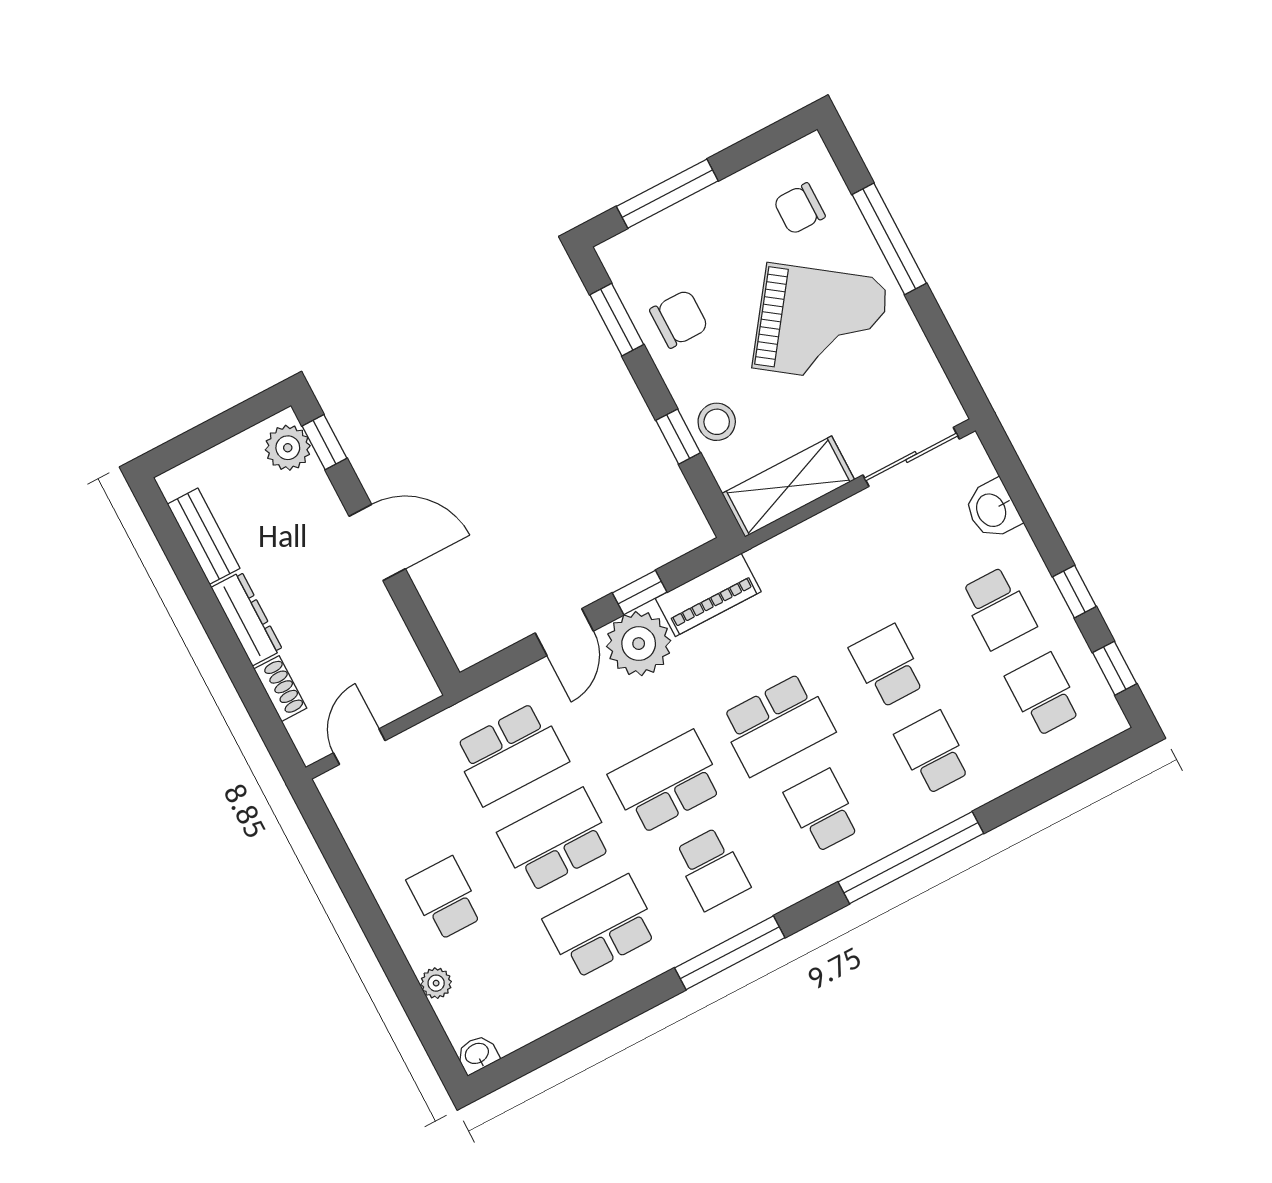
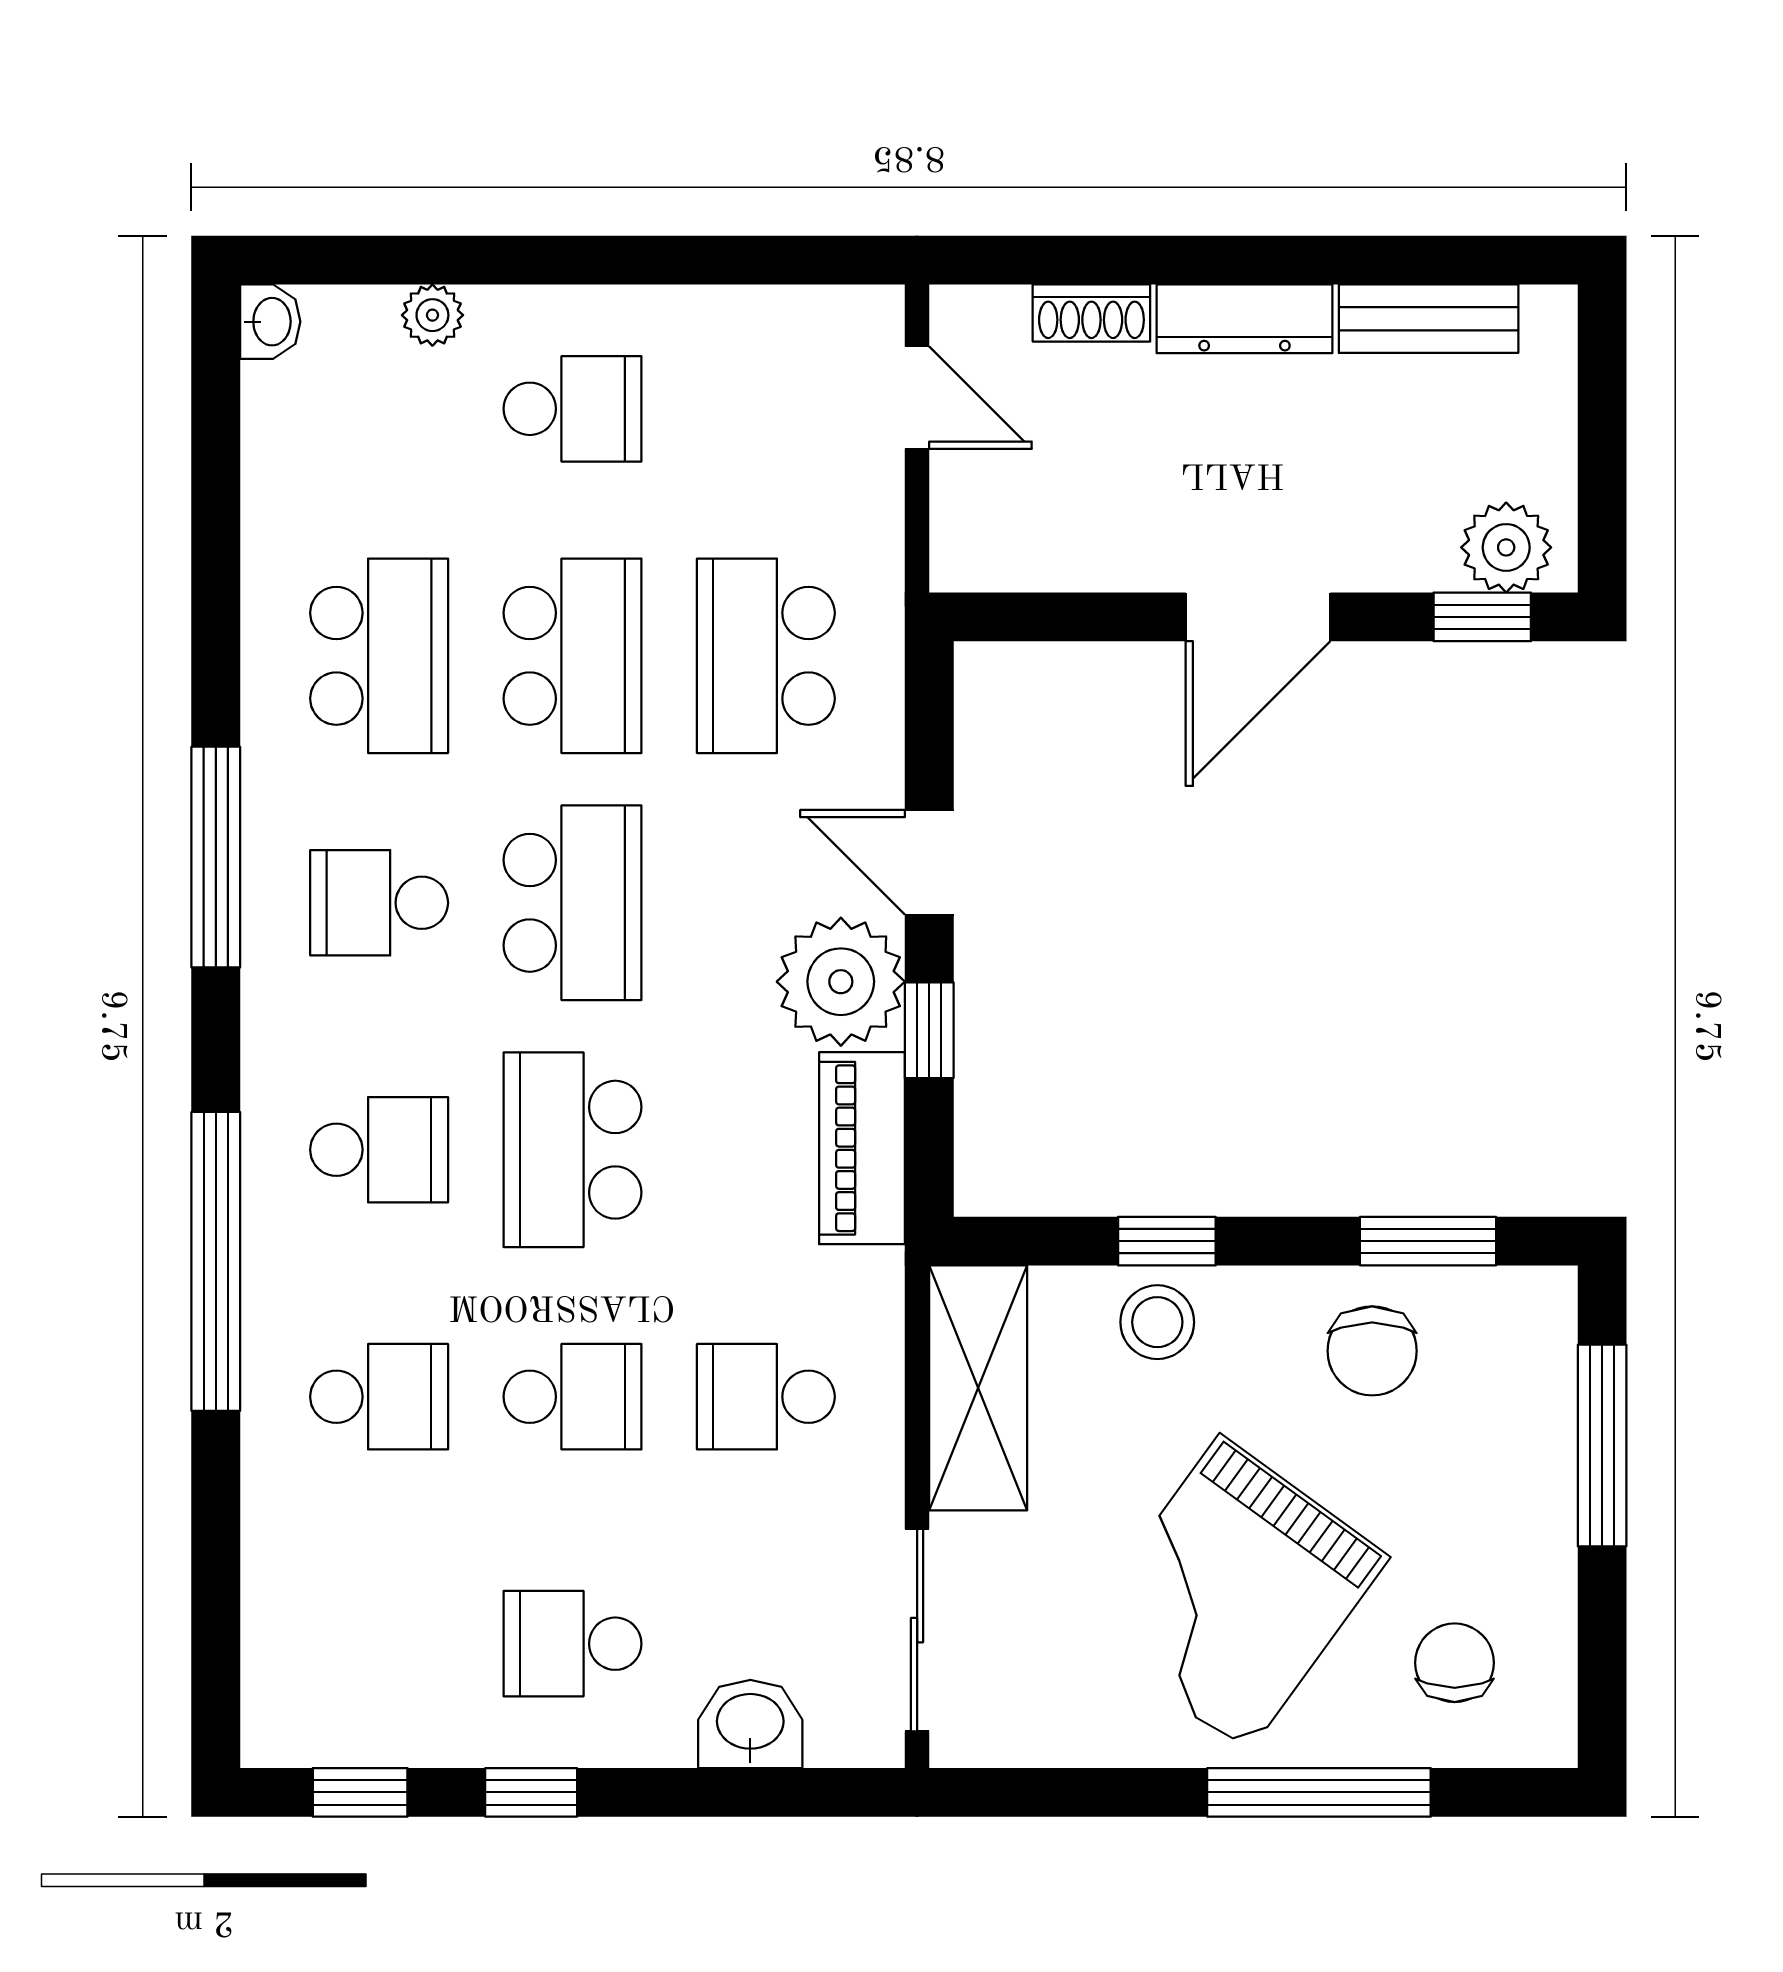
school desk: (1044, 695) -> (766, 1397), moved, turned 180

